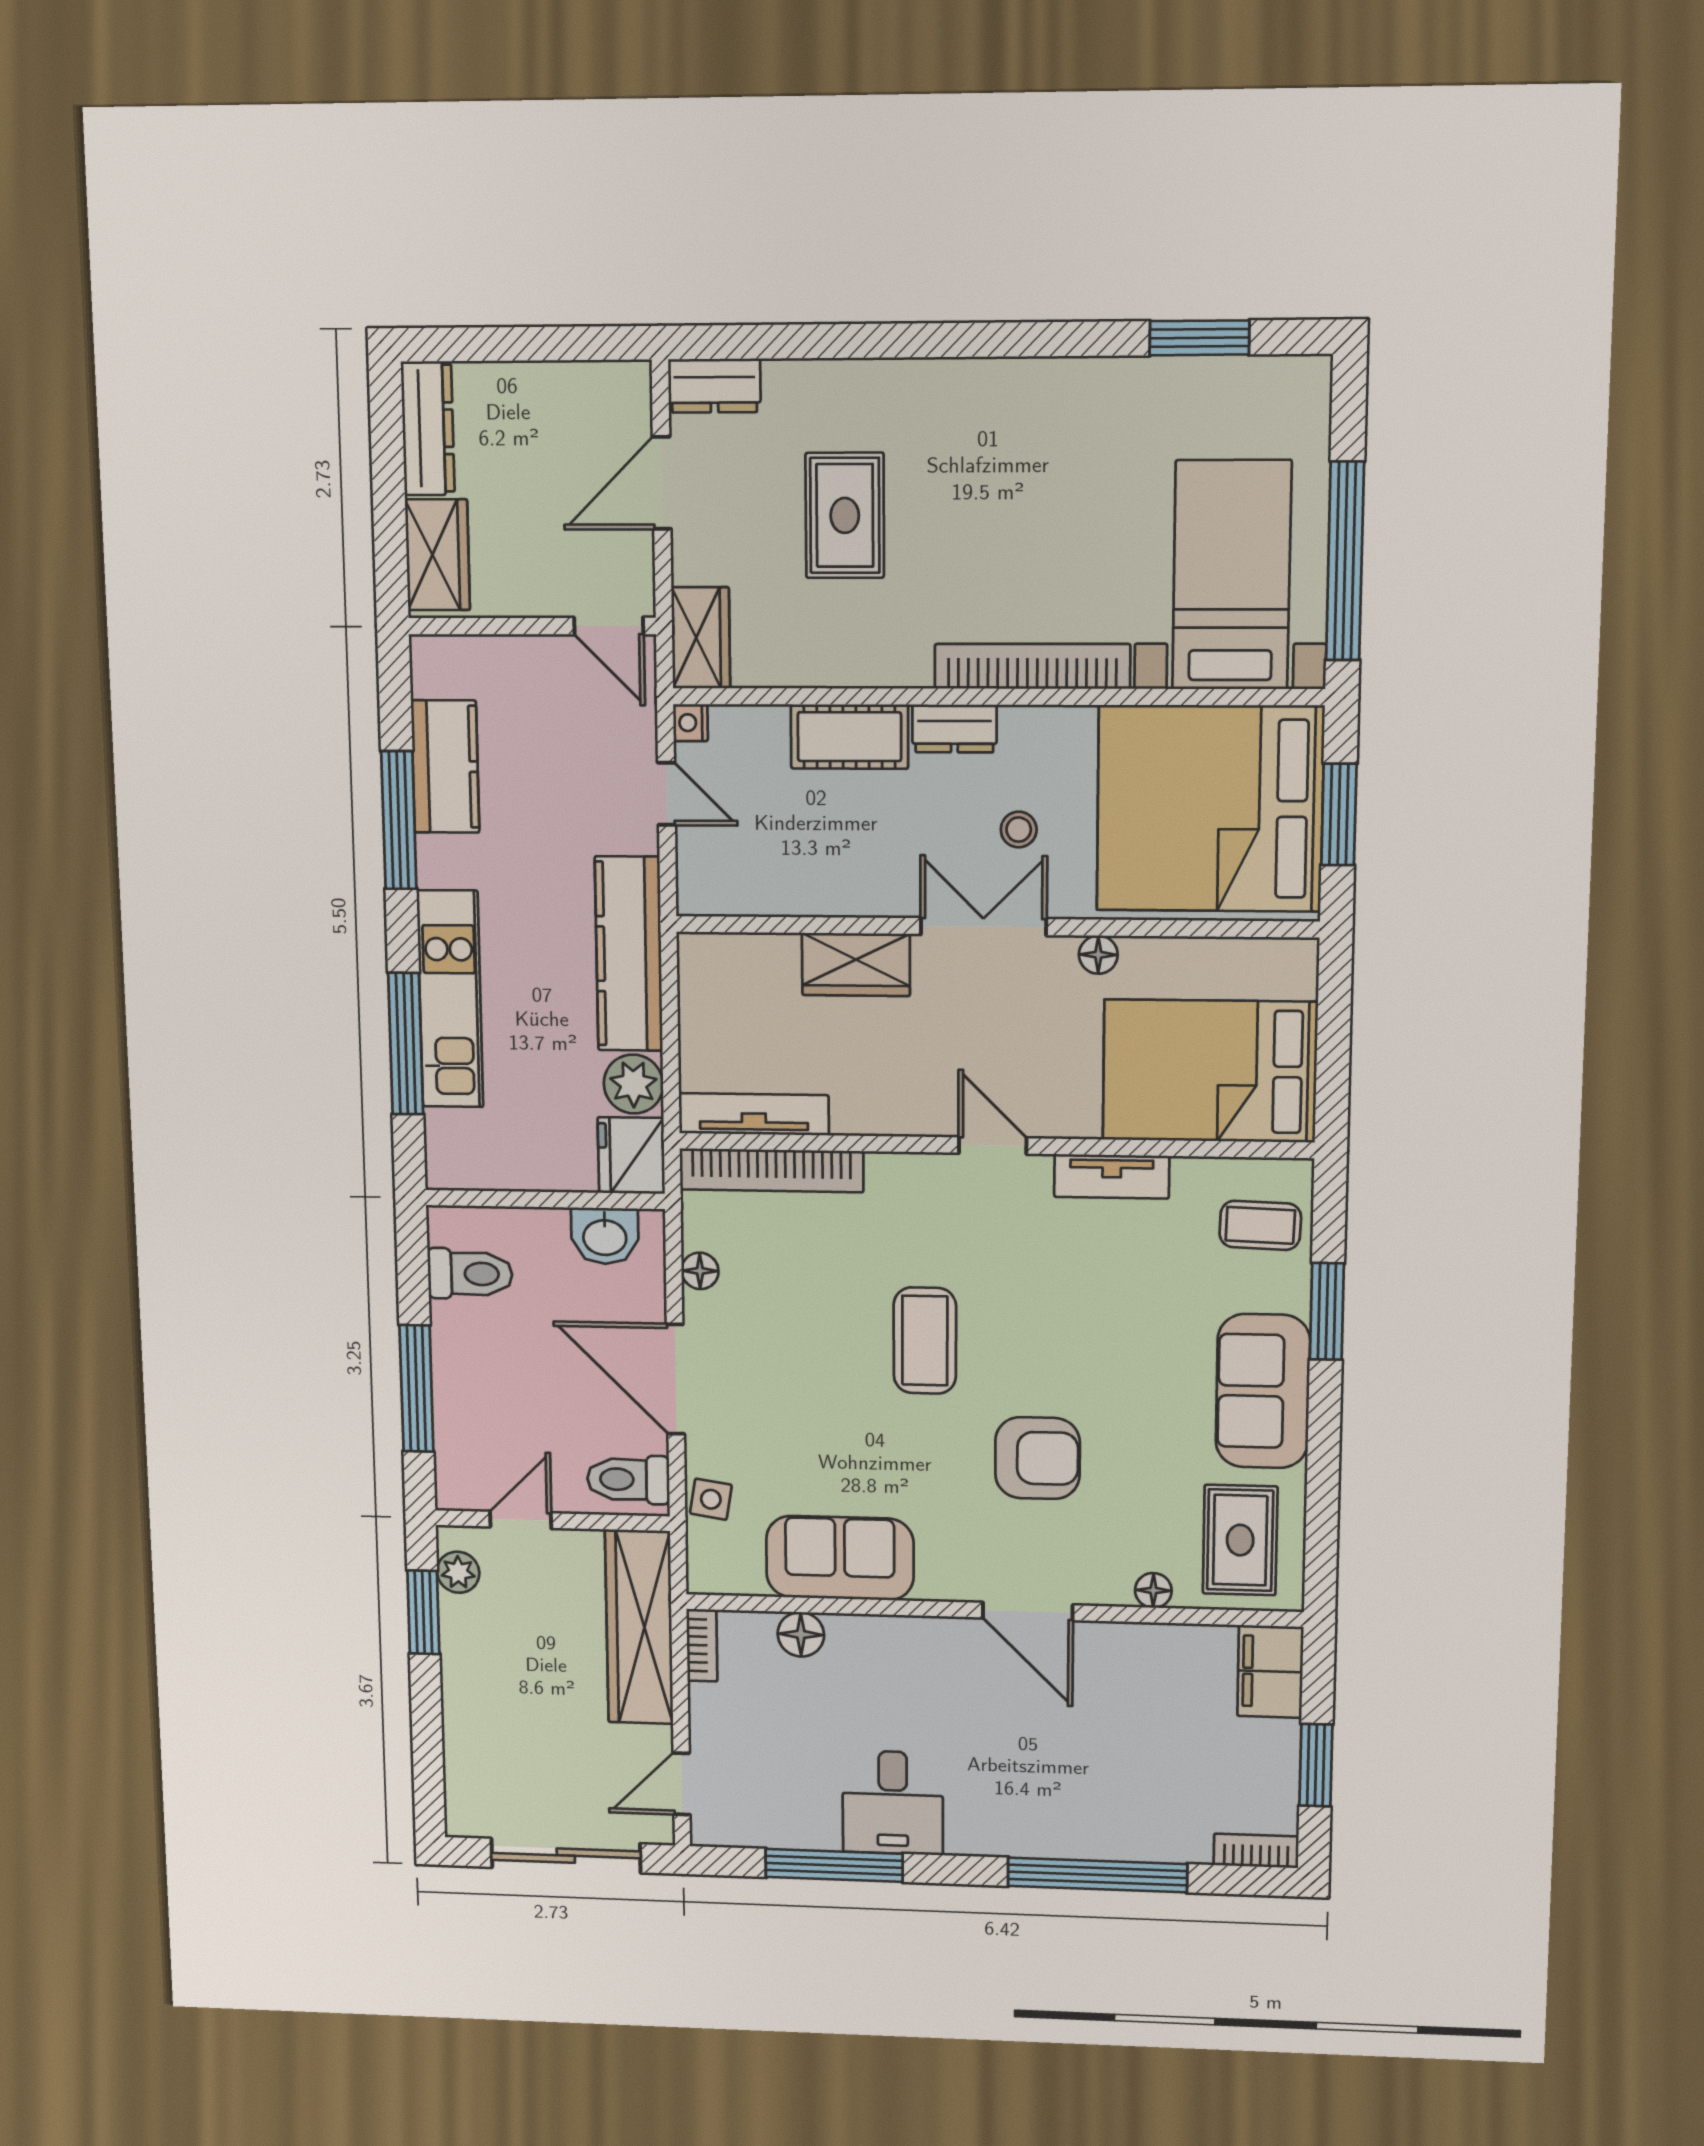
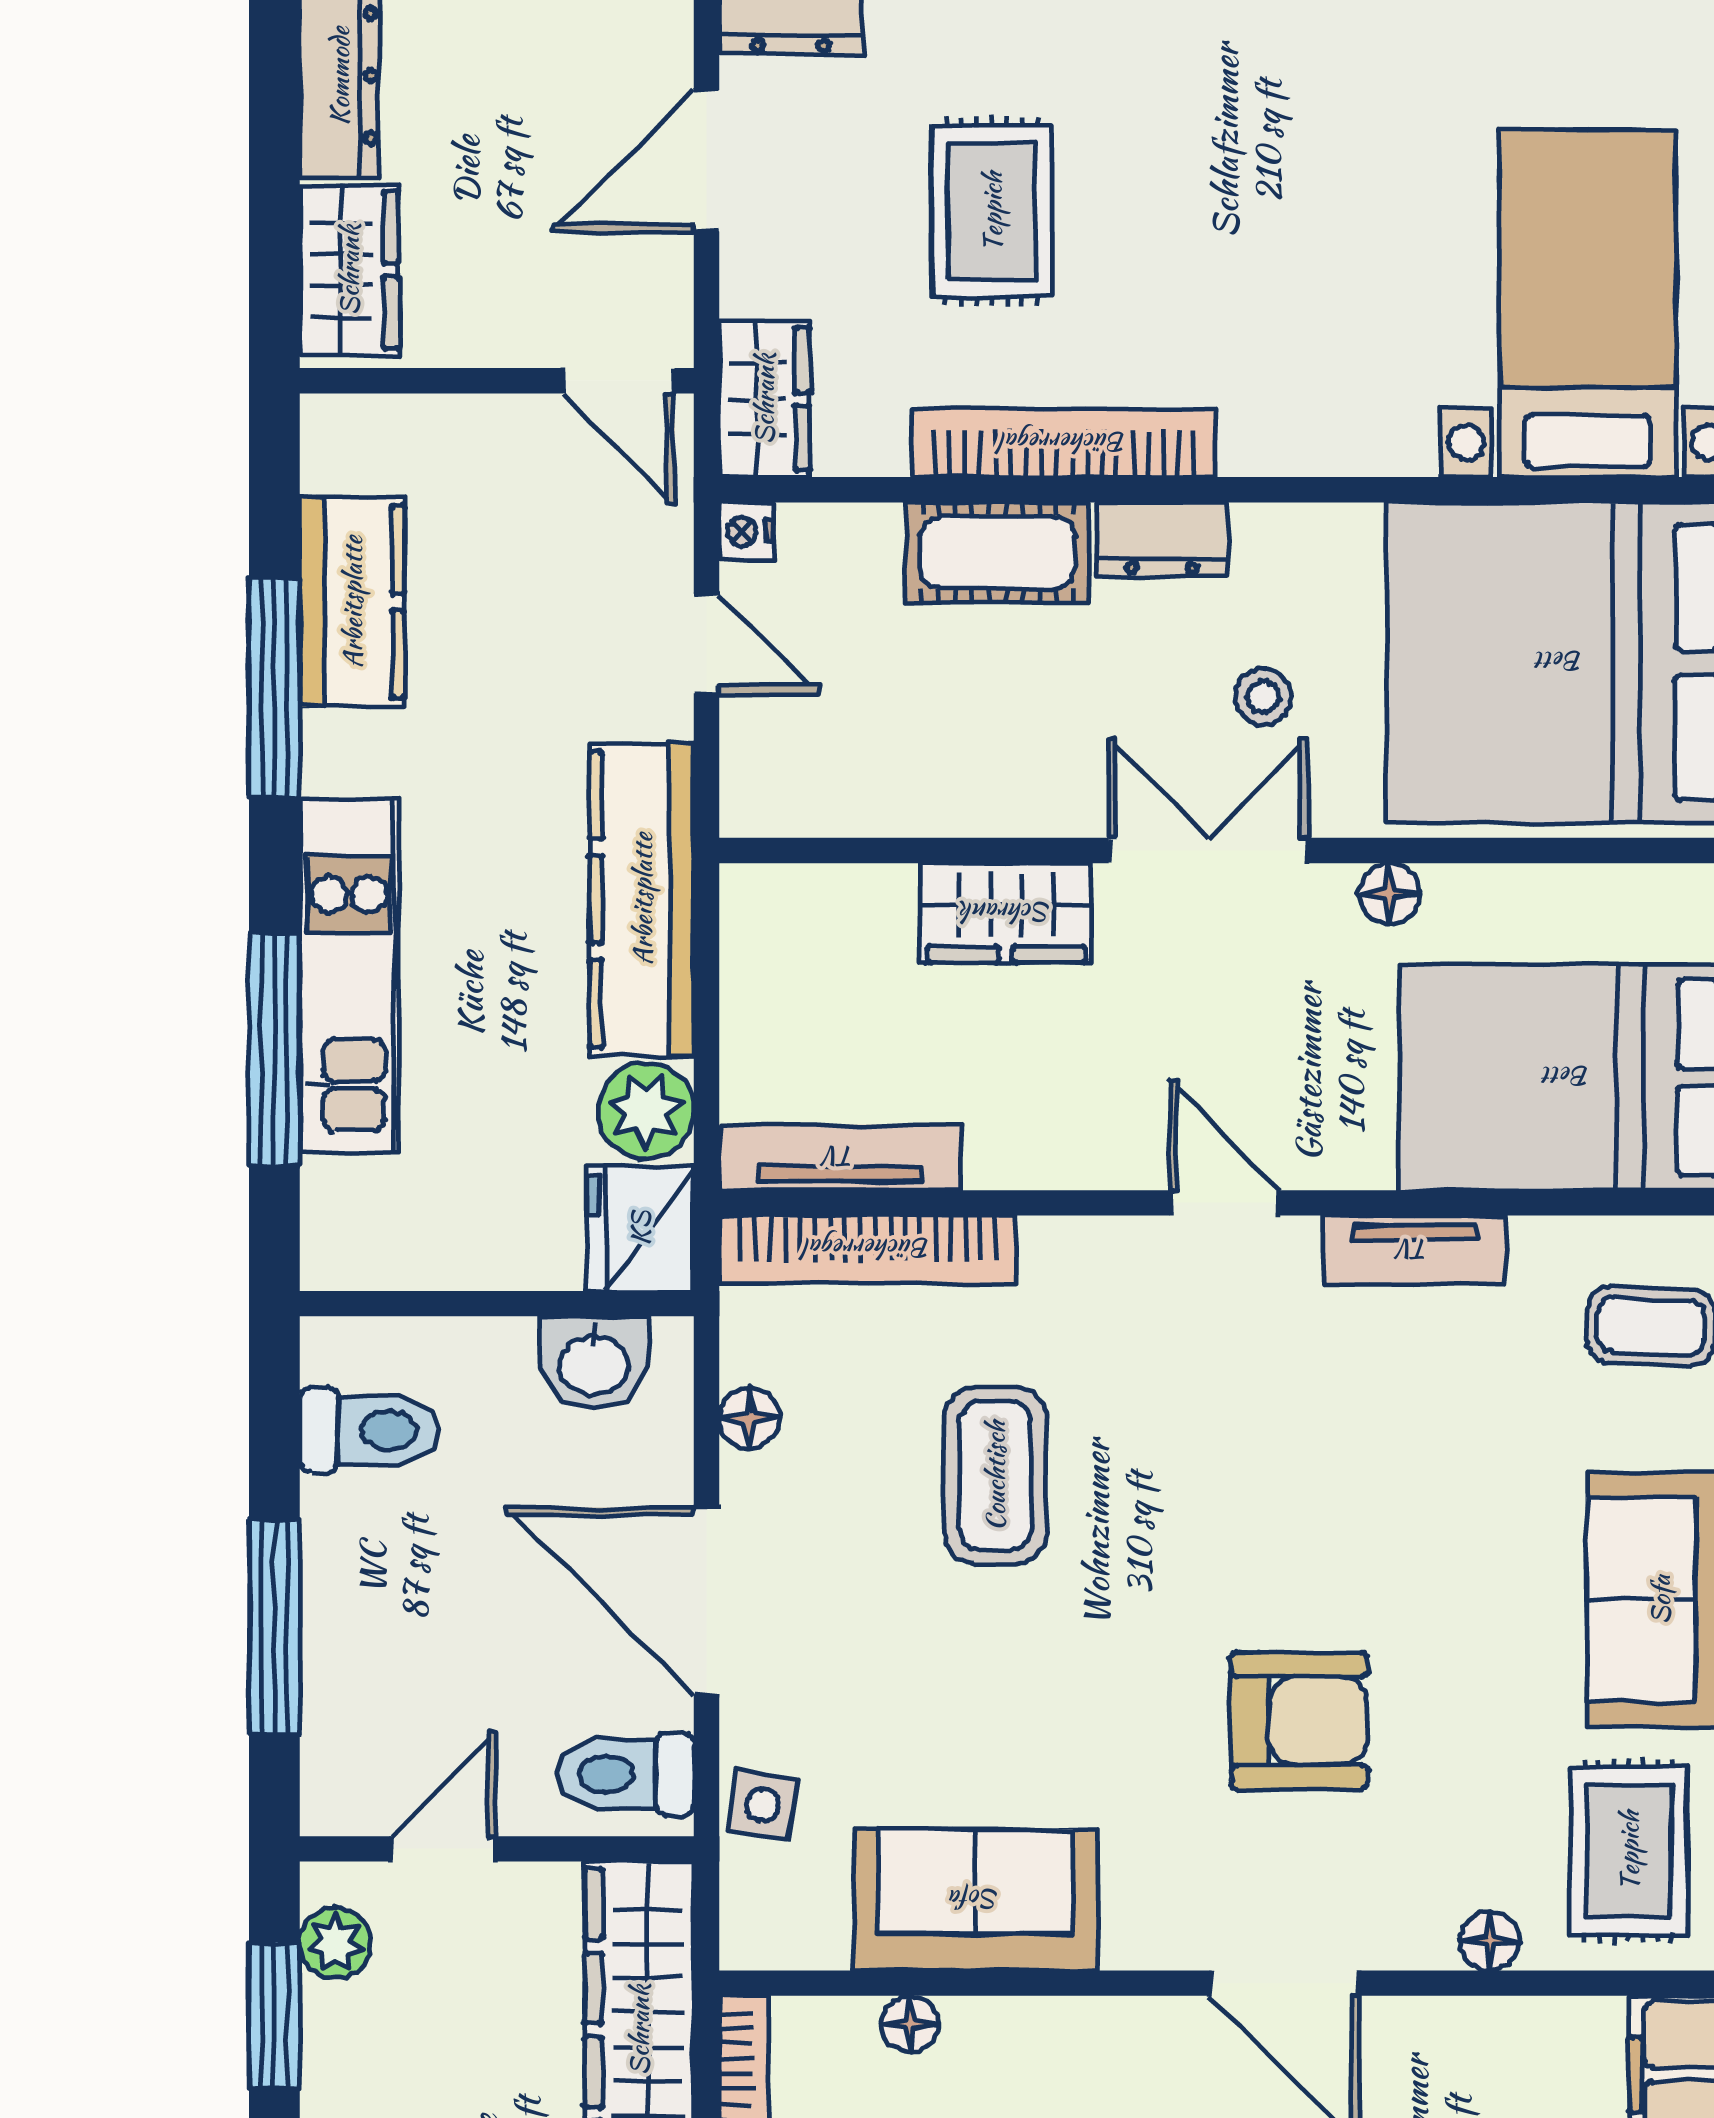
bookcase: (1032, 666) -> (1064, 443), moved
coffee table: (925, 1341) -> (995, 1476), moved
floor lamp: (801, 1634) -> (910, 2024), width x0.73, depth x0.73

